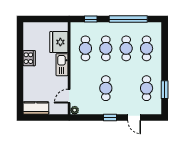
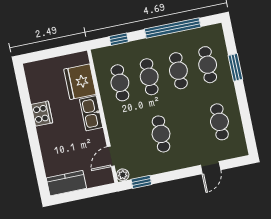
window: (165, 90) -> (235, 67), moved
window: (110, 117) -> (141, 182), moved
door: (134, 117) -> (211, 168), hinge flipped

